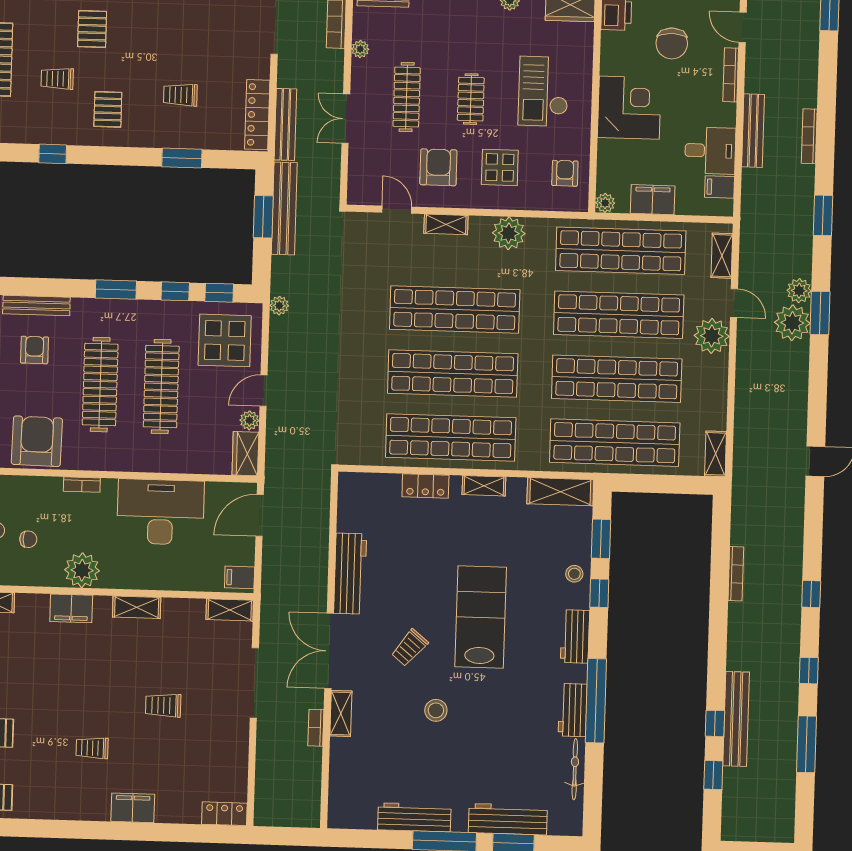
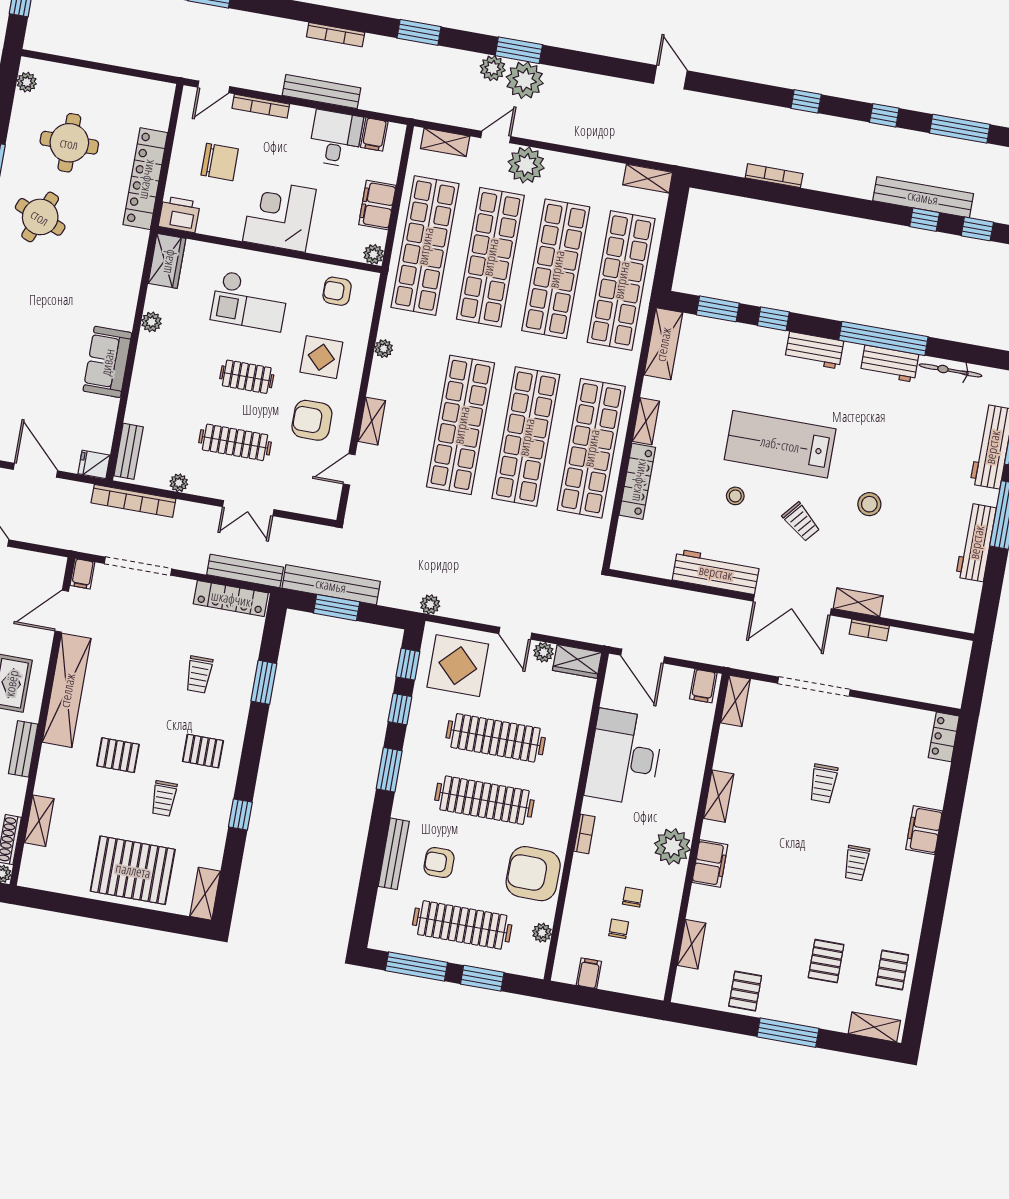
plant: (509, 233) -> (384, 349), width x0.53, depth x0.53
locker: (425, 486) -> (637, 481), width x1.53
stool: (574, 574) -> (735, 496), moved

